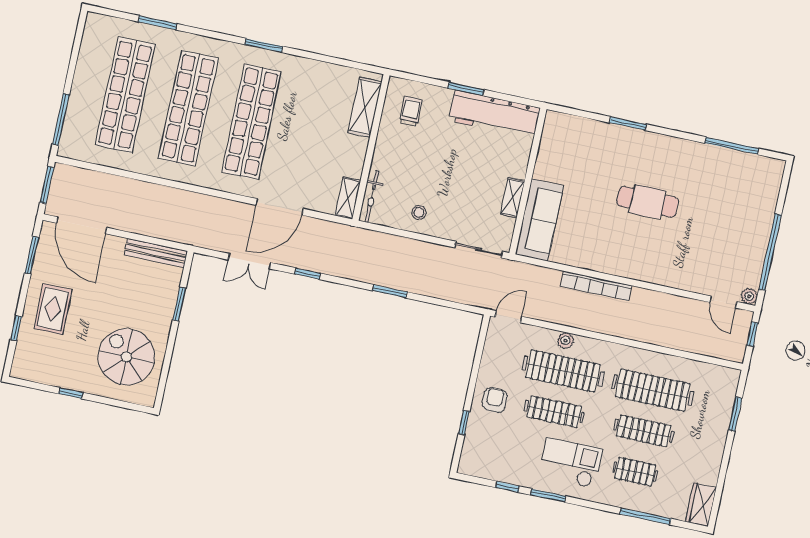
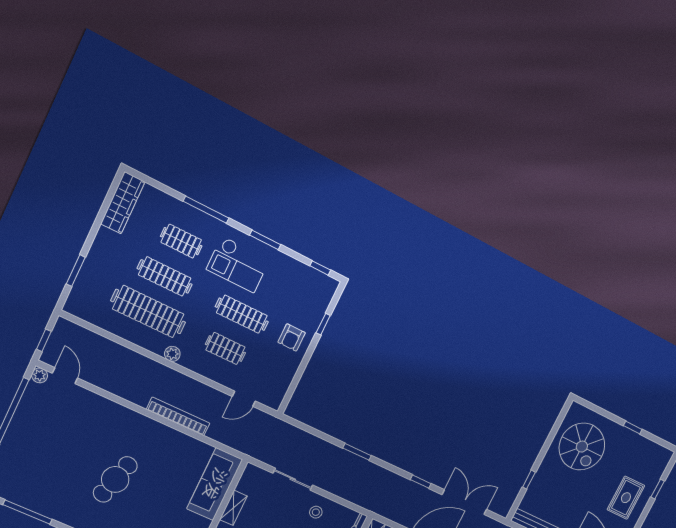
cafe table: (648, 202) -> (115, 479), turned -74
sliding door: (479, 250) -> (293, 479), moved
double door: (249, 261) -> (464, 502), width x1.37
window: (179, 304) -> (529, 480), width x0.67
door: (508, 317) -> (244, 399), moved
plant: (565, 341) -> (172, 354), moved
clothes rail: (563, 371) -> (225, 348), width x0.54, depth x0.76
window: (507, 487) -> (320, 268), moved
wardrobe: (701, 505) -> (123, 203), width x1.50
window: (645, 516) -> (206, 210), moved

